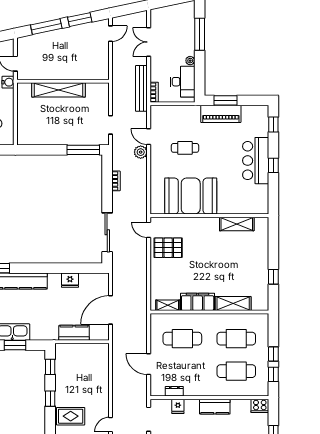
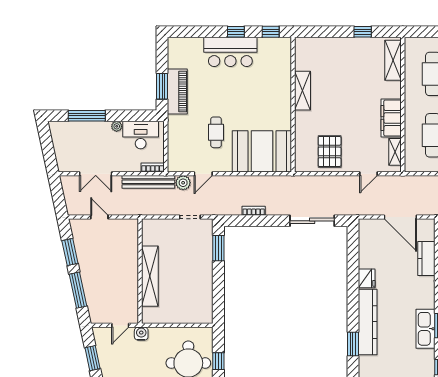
door: (111, 34) -> (99, 217), moved
window: (273, 125) -> (271, 32), moved
window: (83, 150) -> (218, 248), width x0.69
plant: (141, 152) -> (183, 183), moved
booth: (191, 196) -> (262, 151), moved, turned 90
shelving: (237, 224) -> (303, 91), moved
door: (149, 230) -> (368, 174), moved
fridge: (70, 280) -> (367, 278), moved
shelving: (233, 304) -> (393, 60), moved

